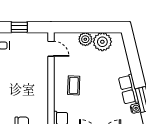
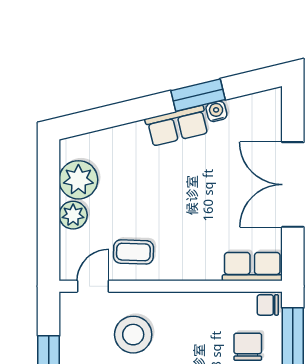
stool: (28, 68) -> (133, 335), added
coffee table: (74, 85) -> (133, 252), moved

